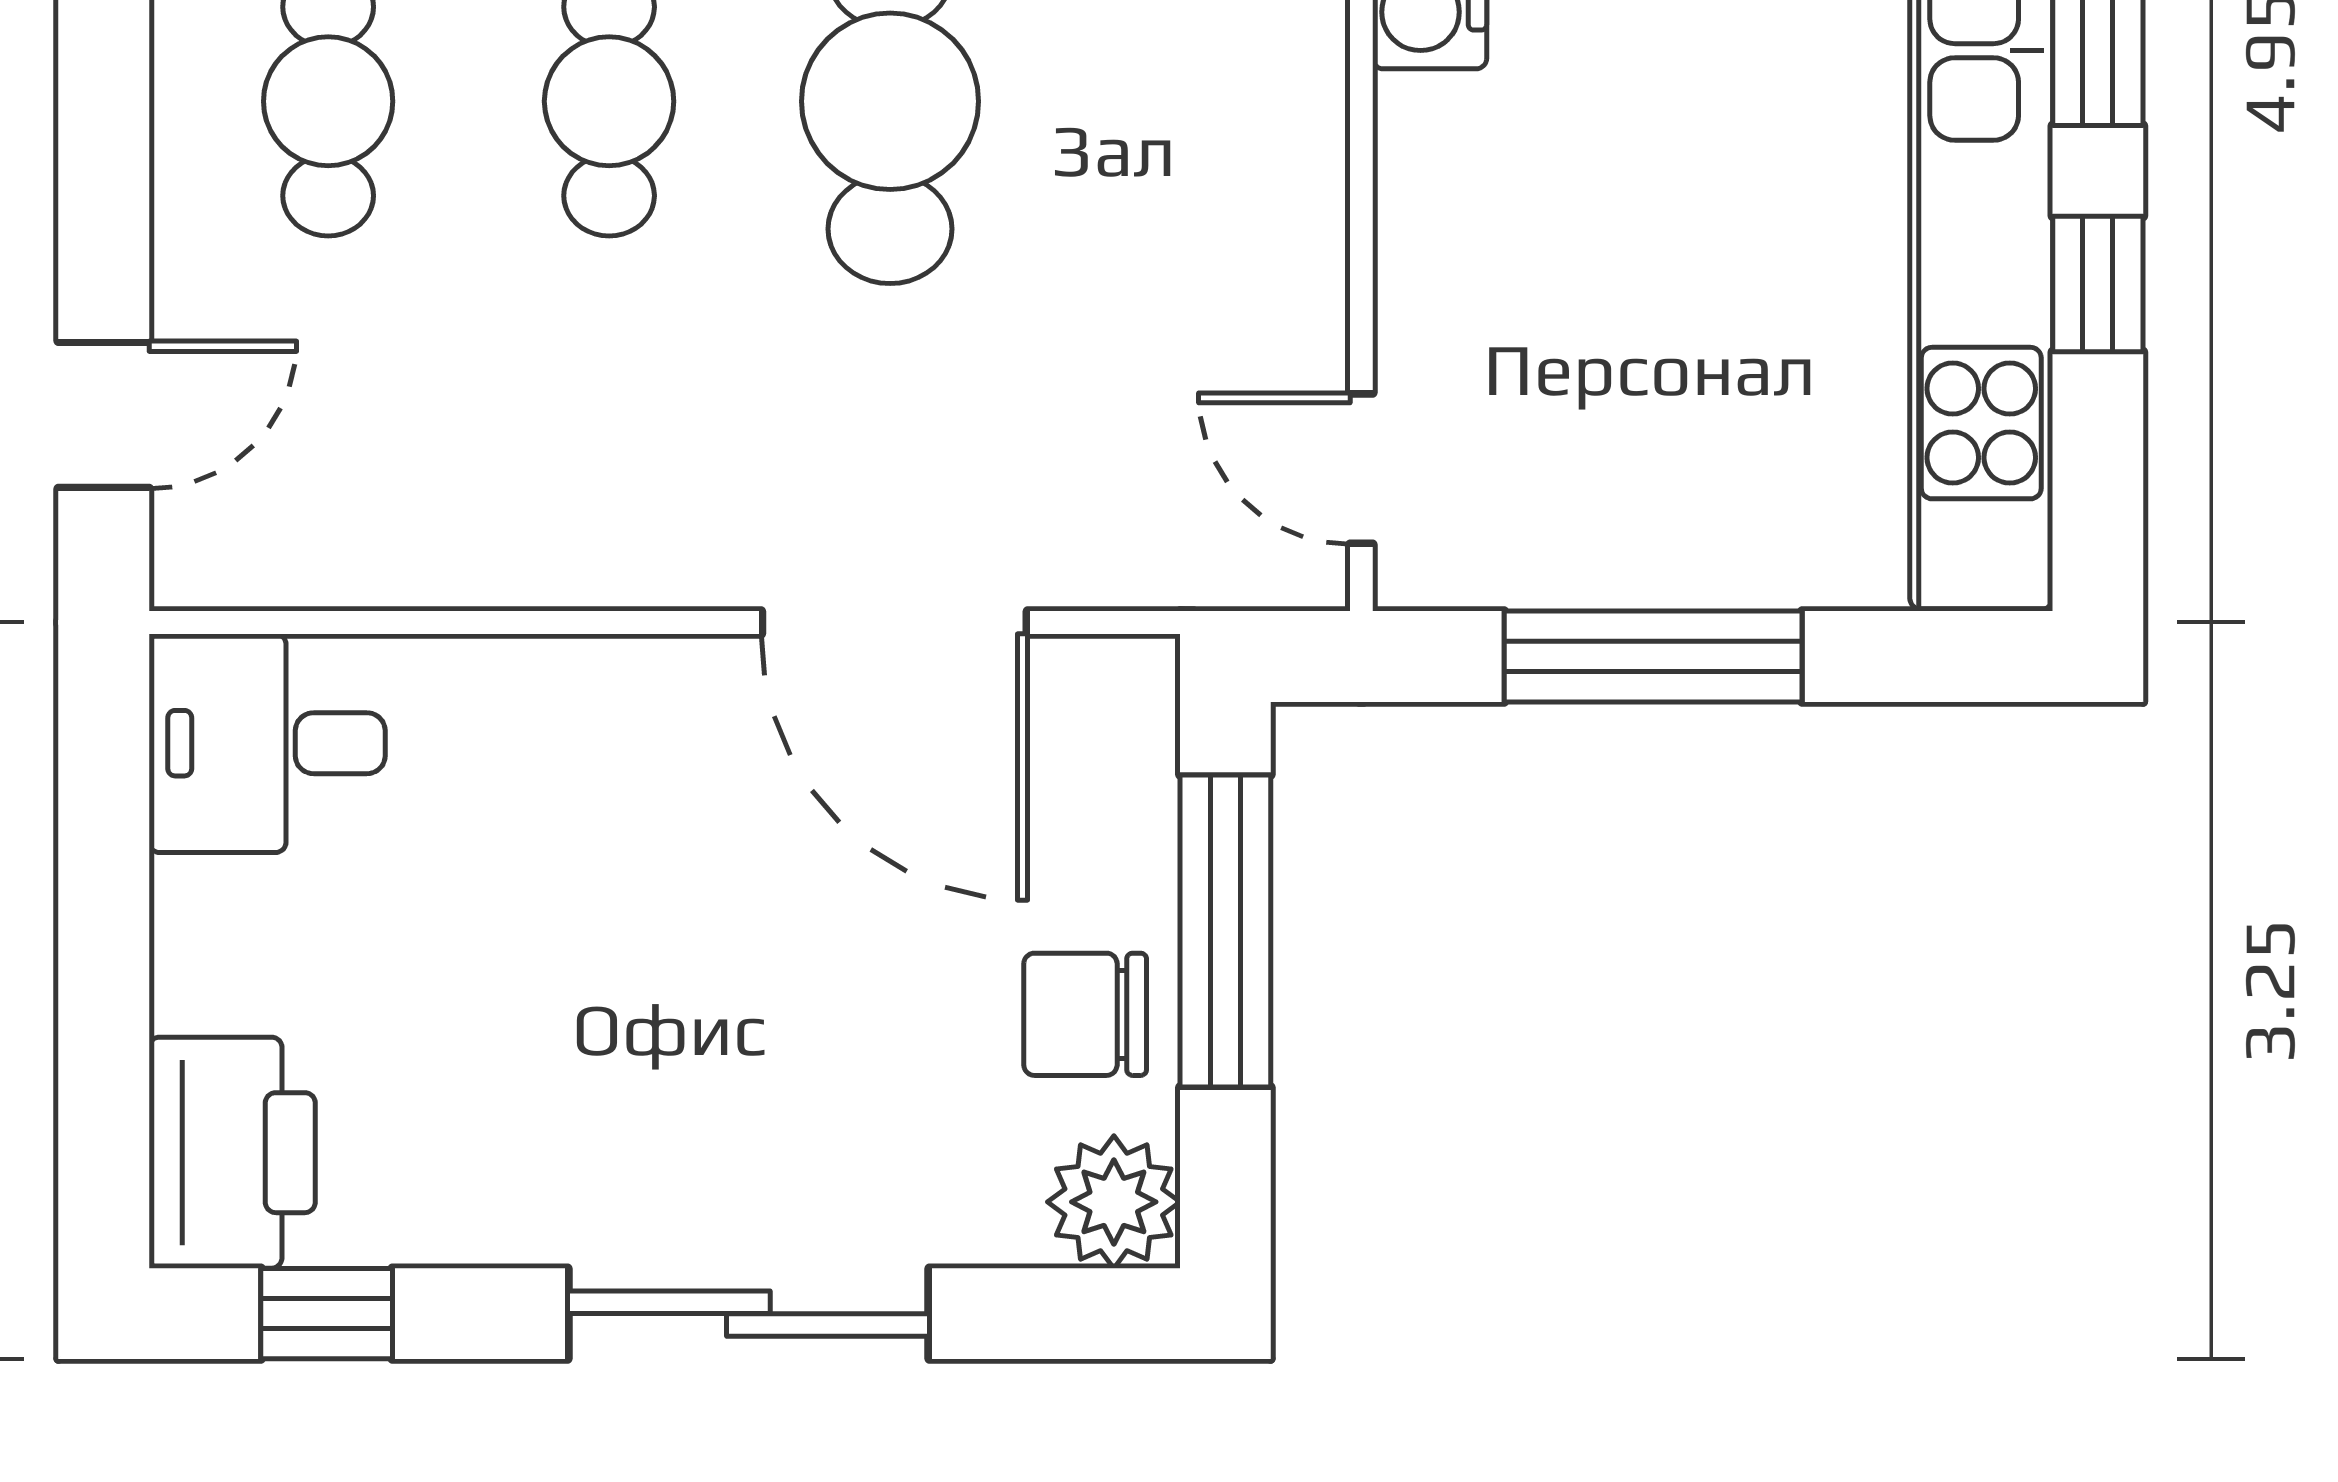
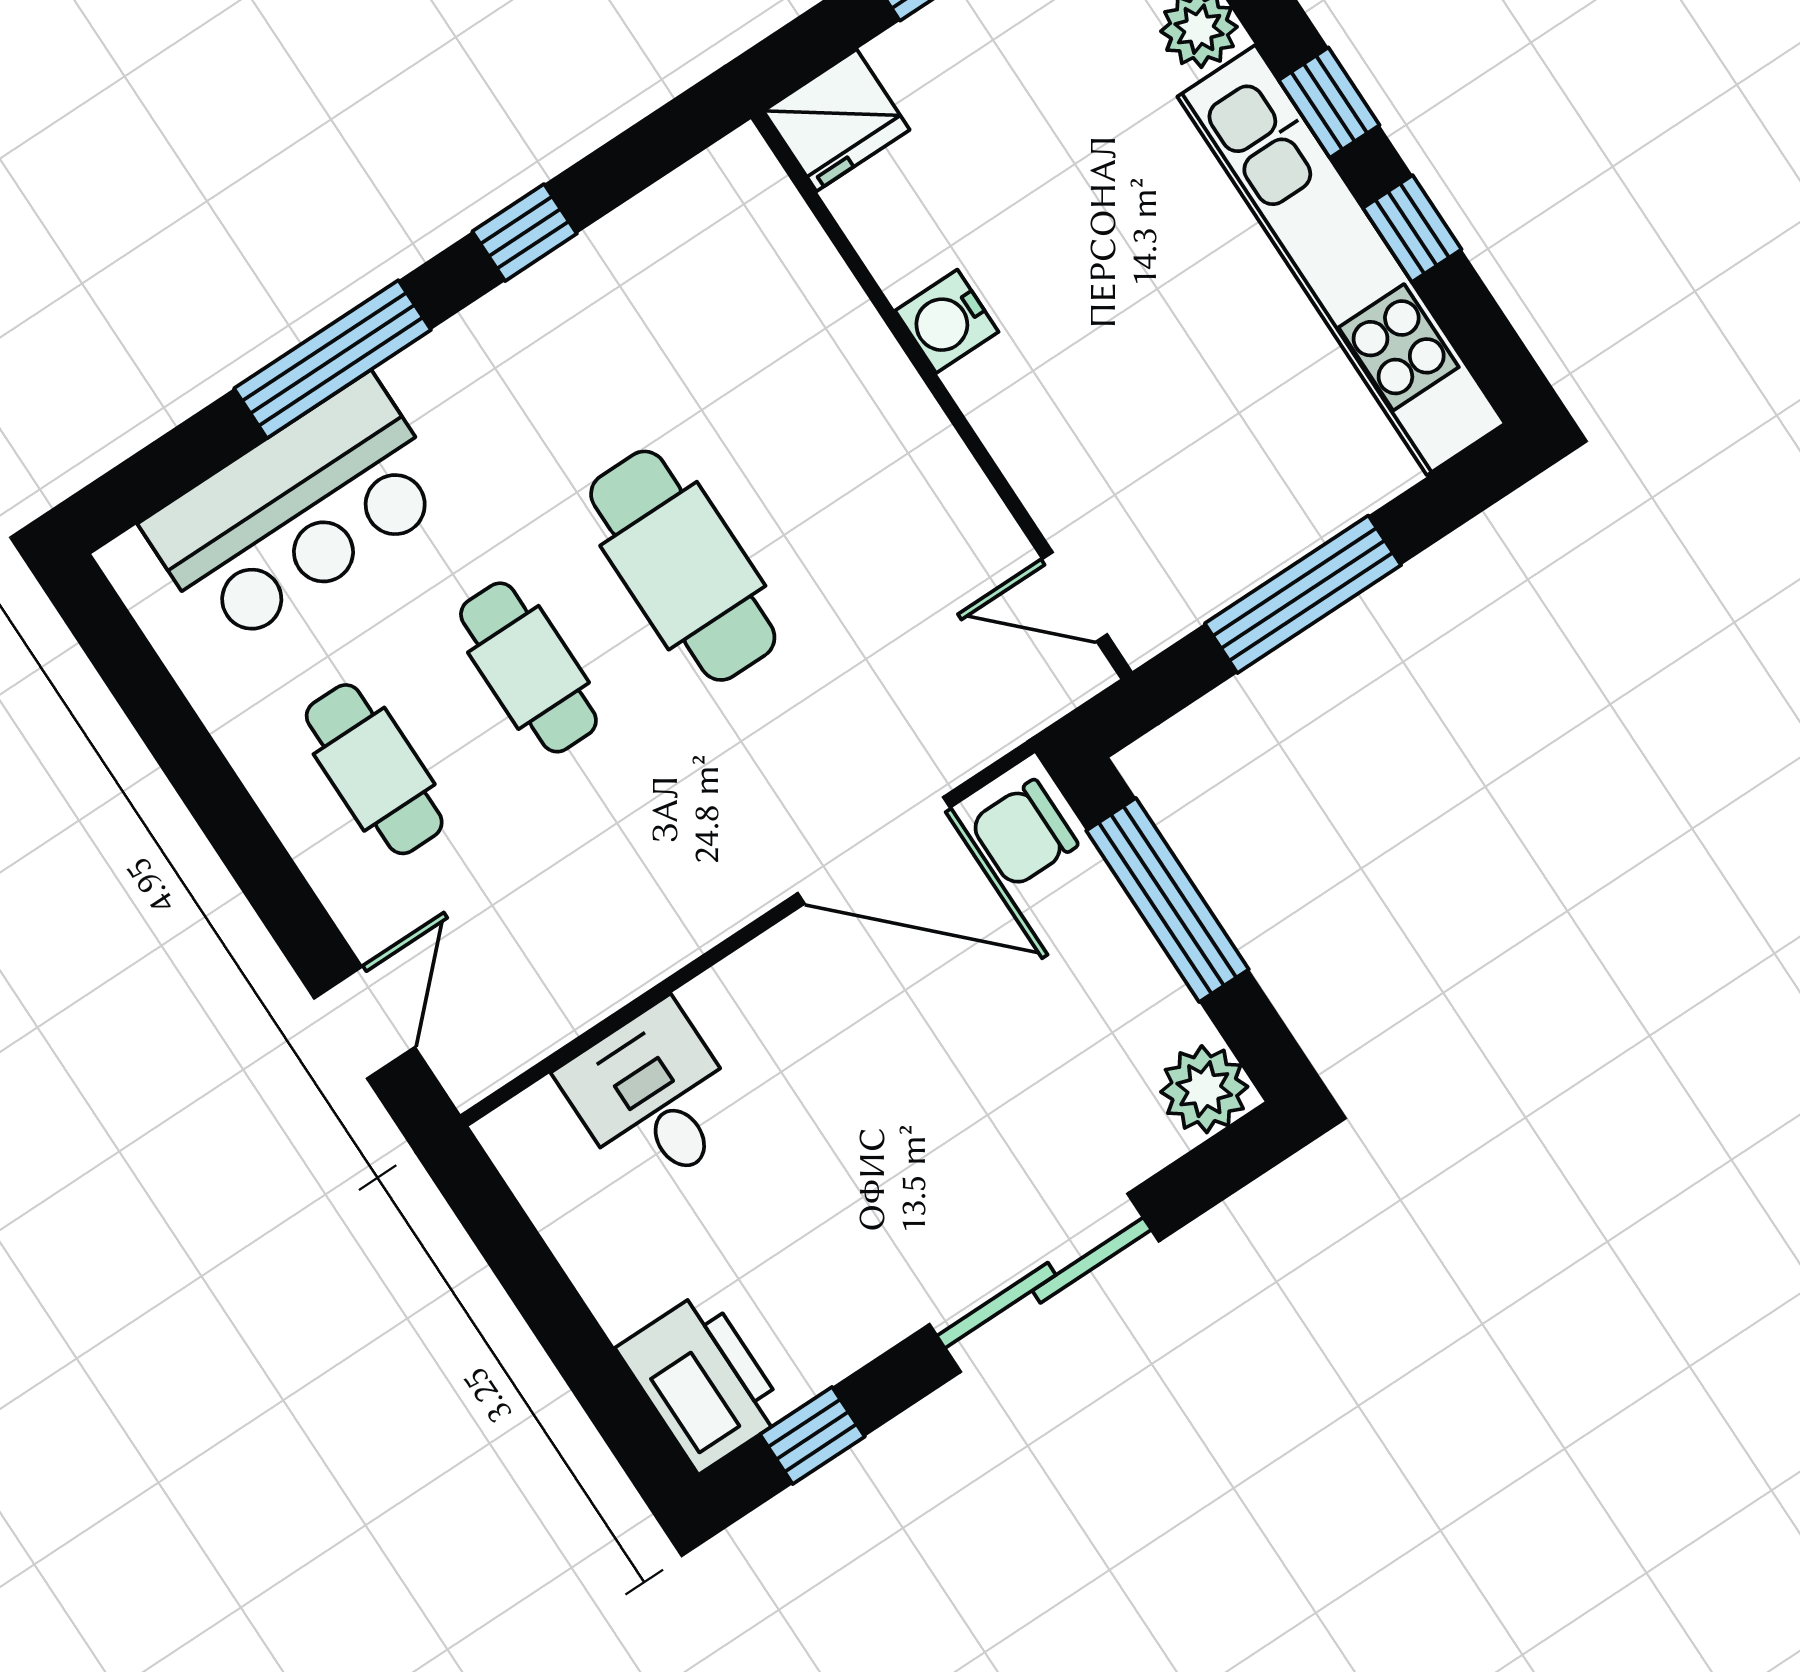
desk: (267, 743) -> (653, 1098), moved, turned 90
chair: (1085, 1014) -> (1024, 834), moved

